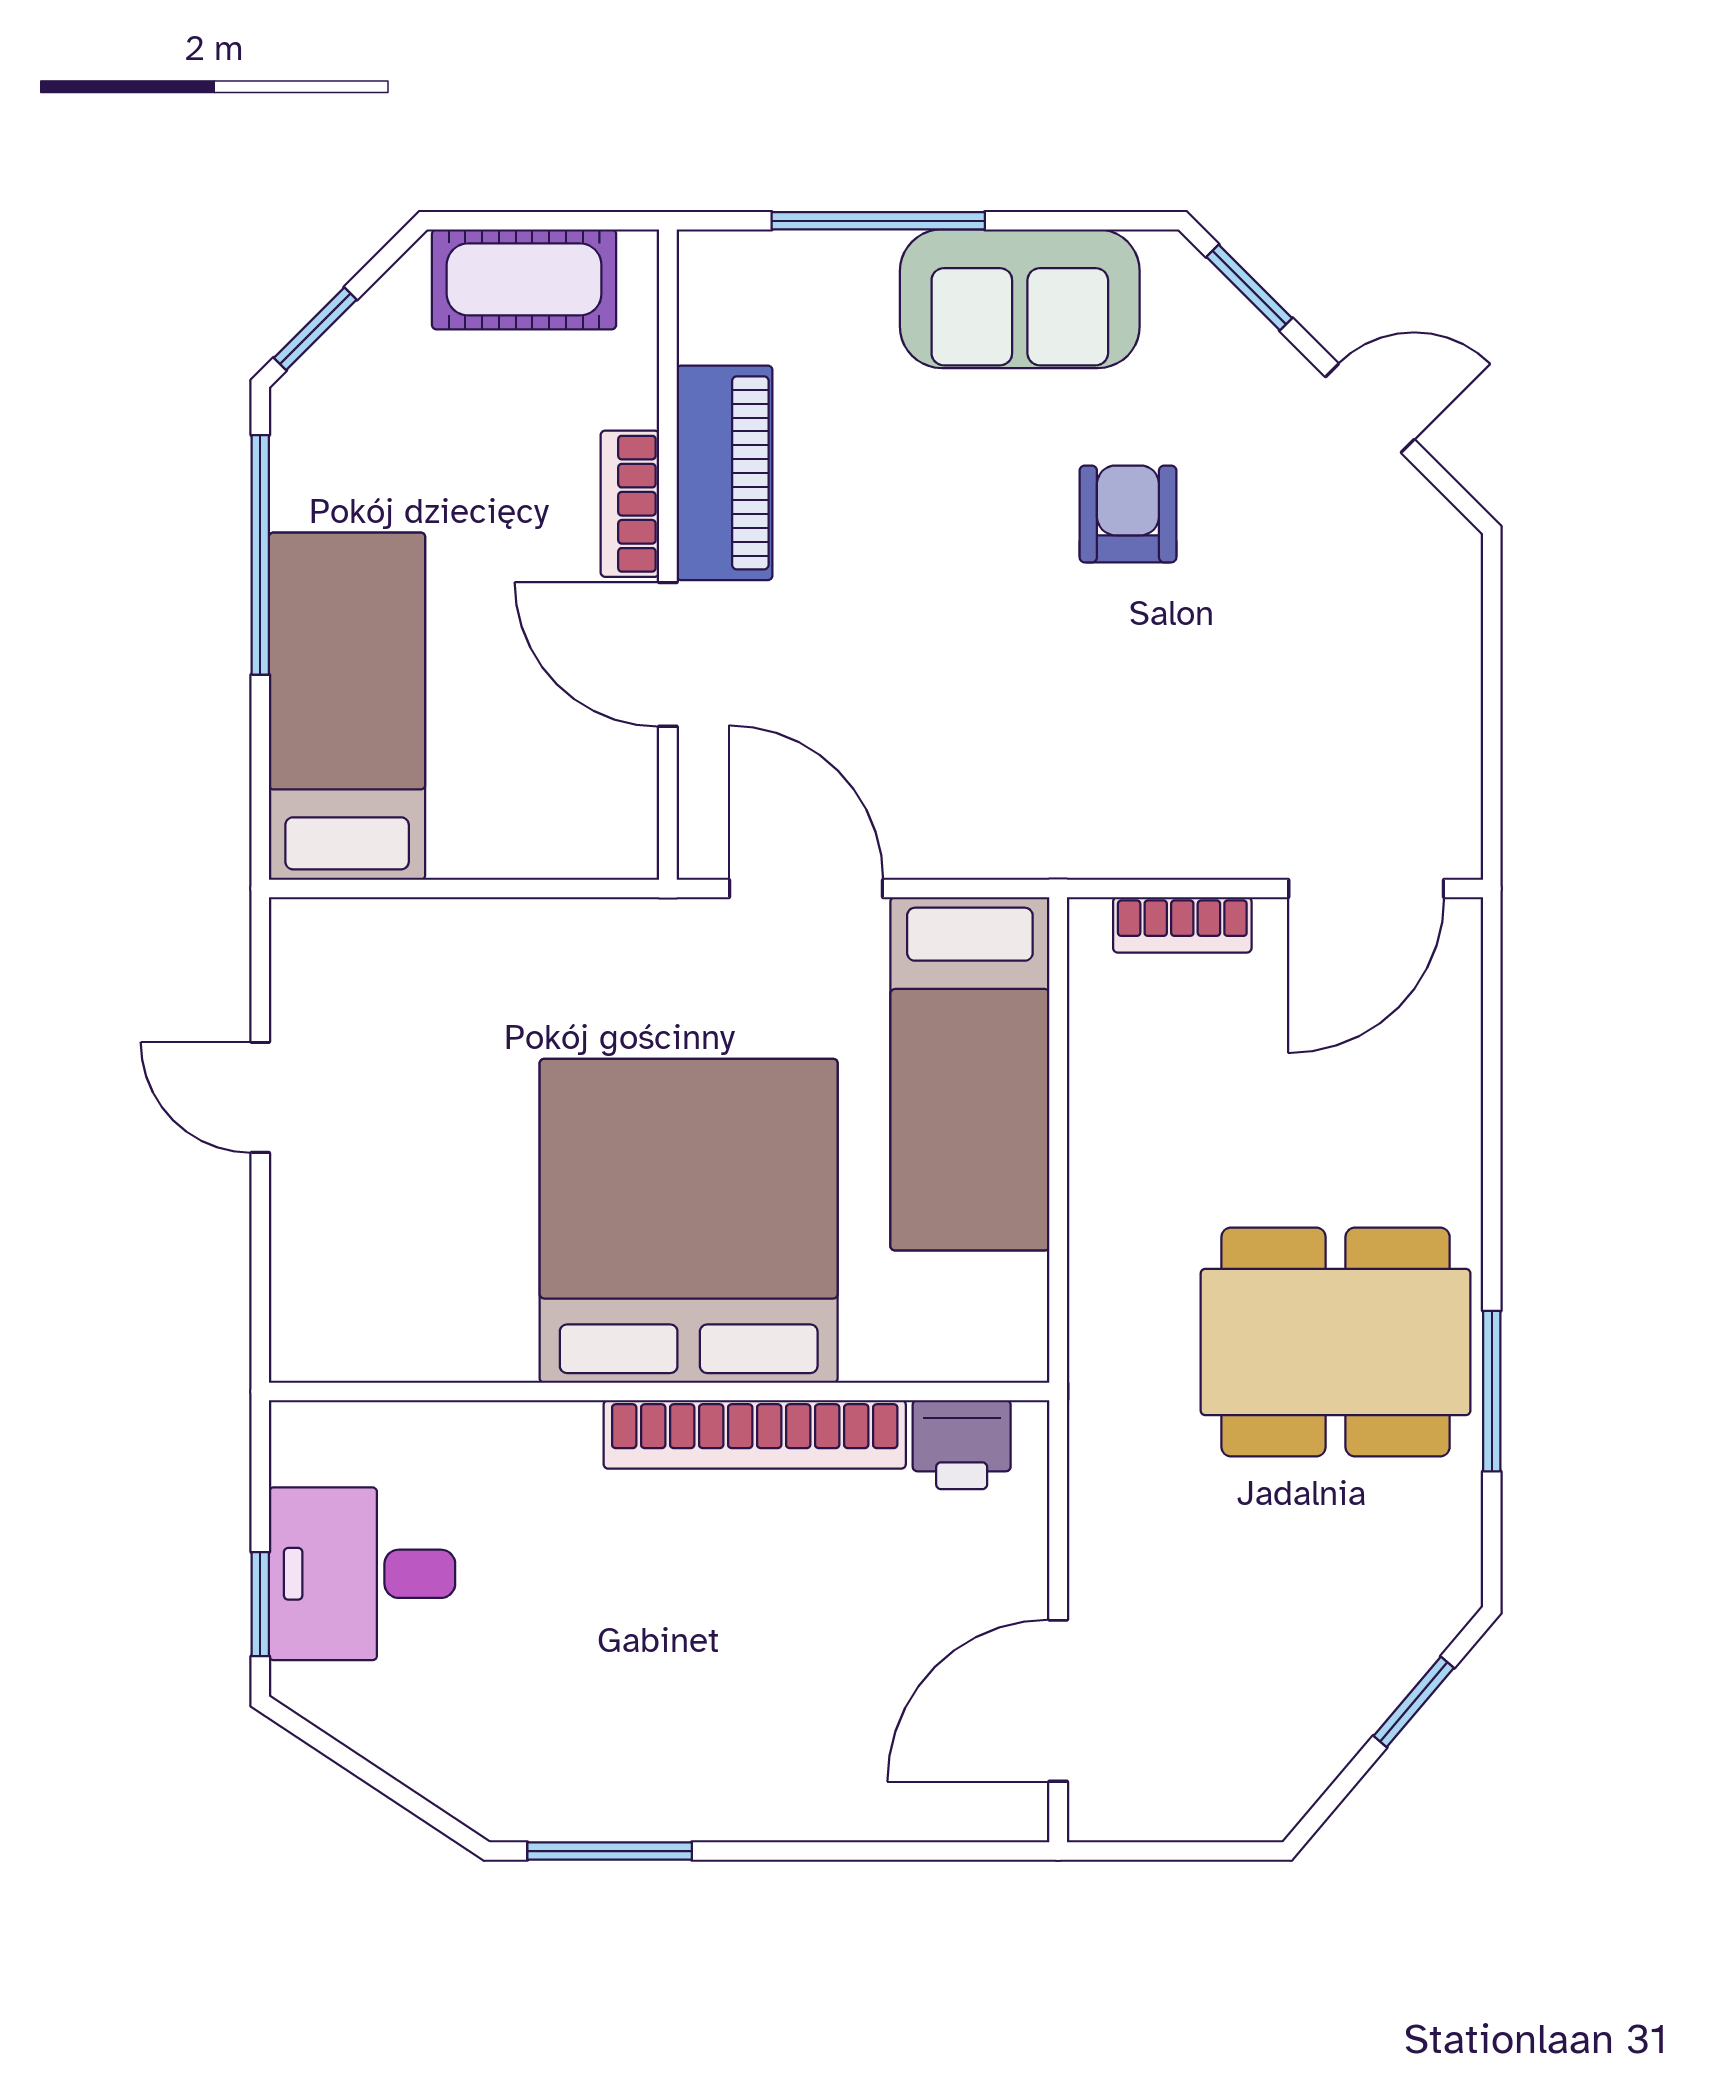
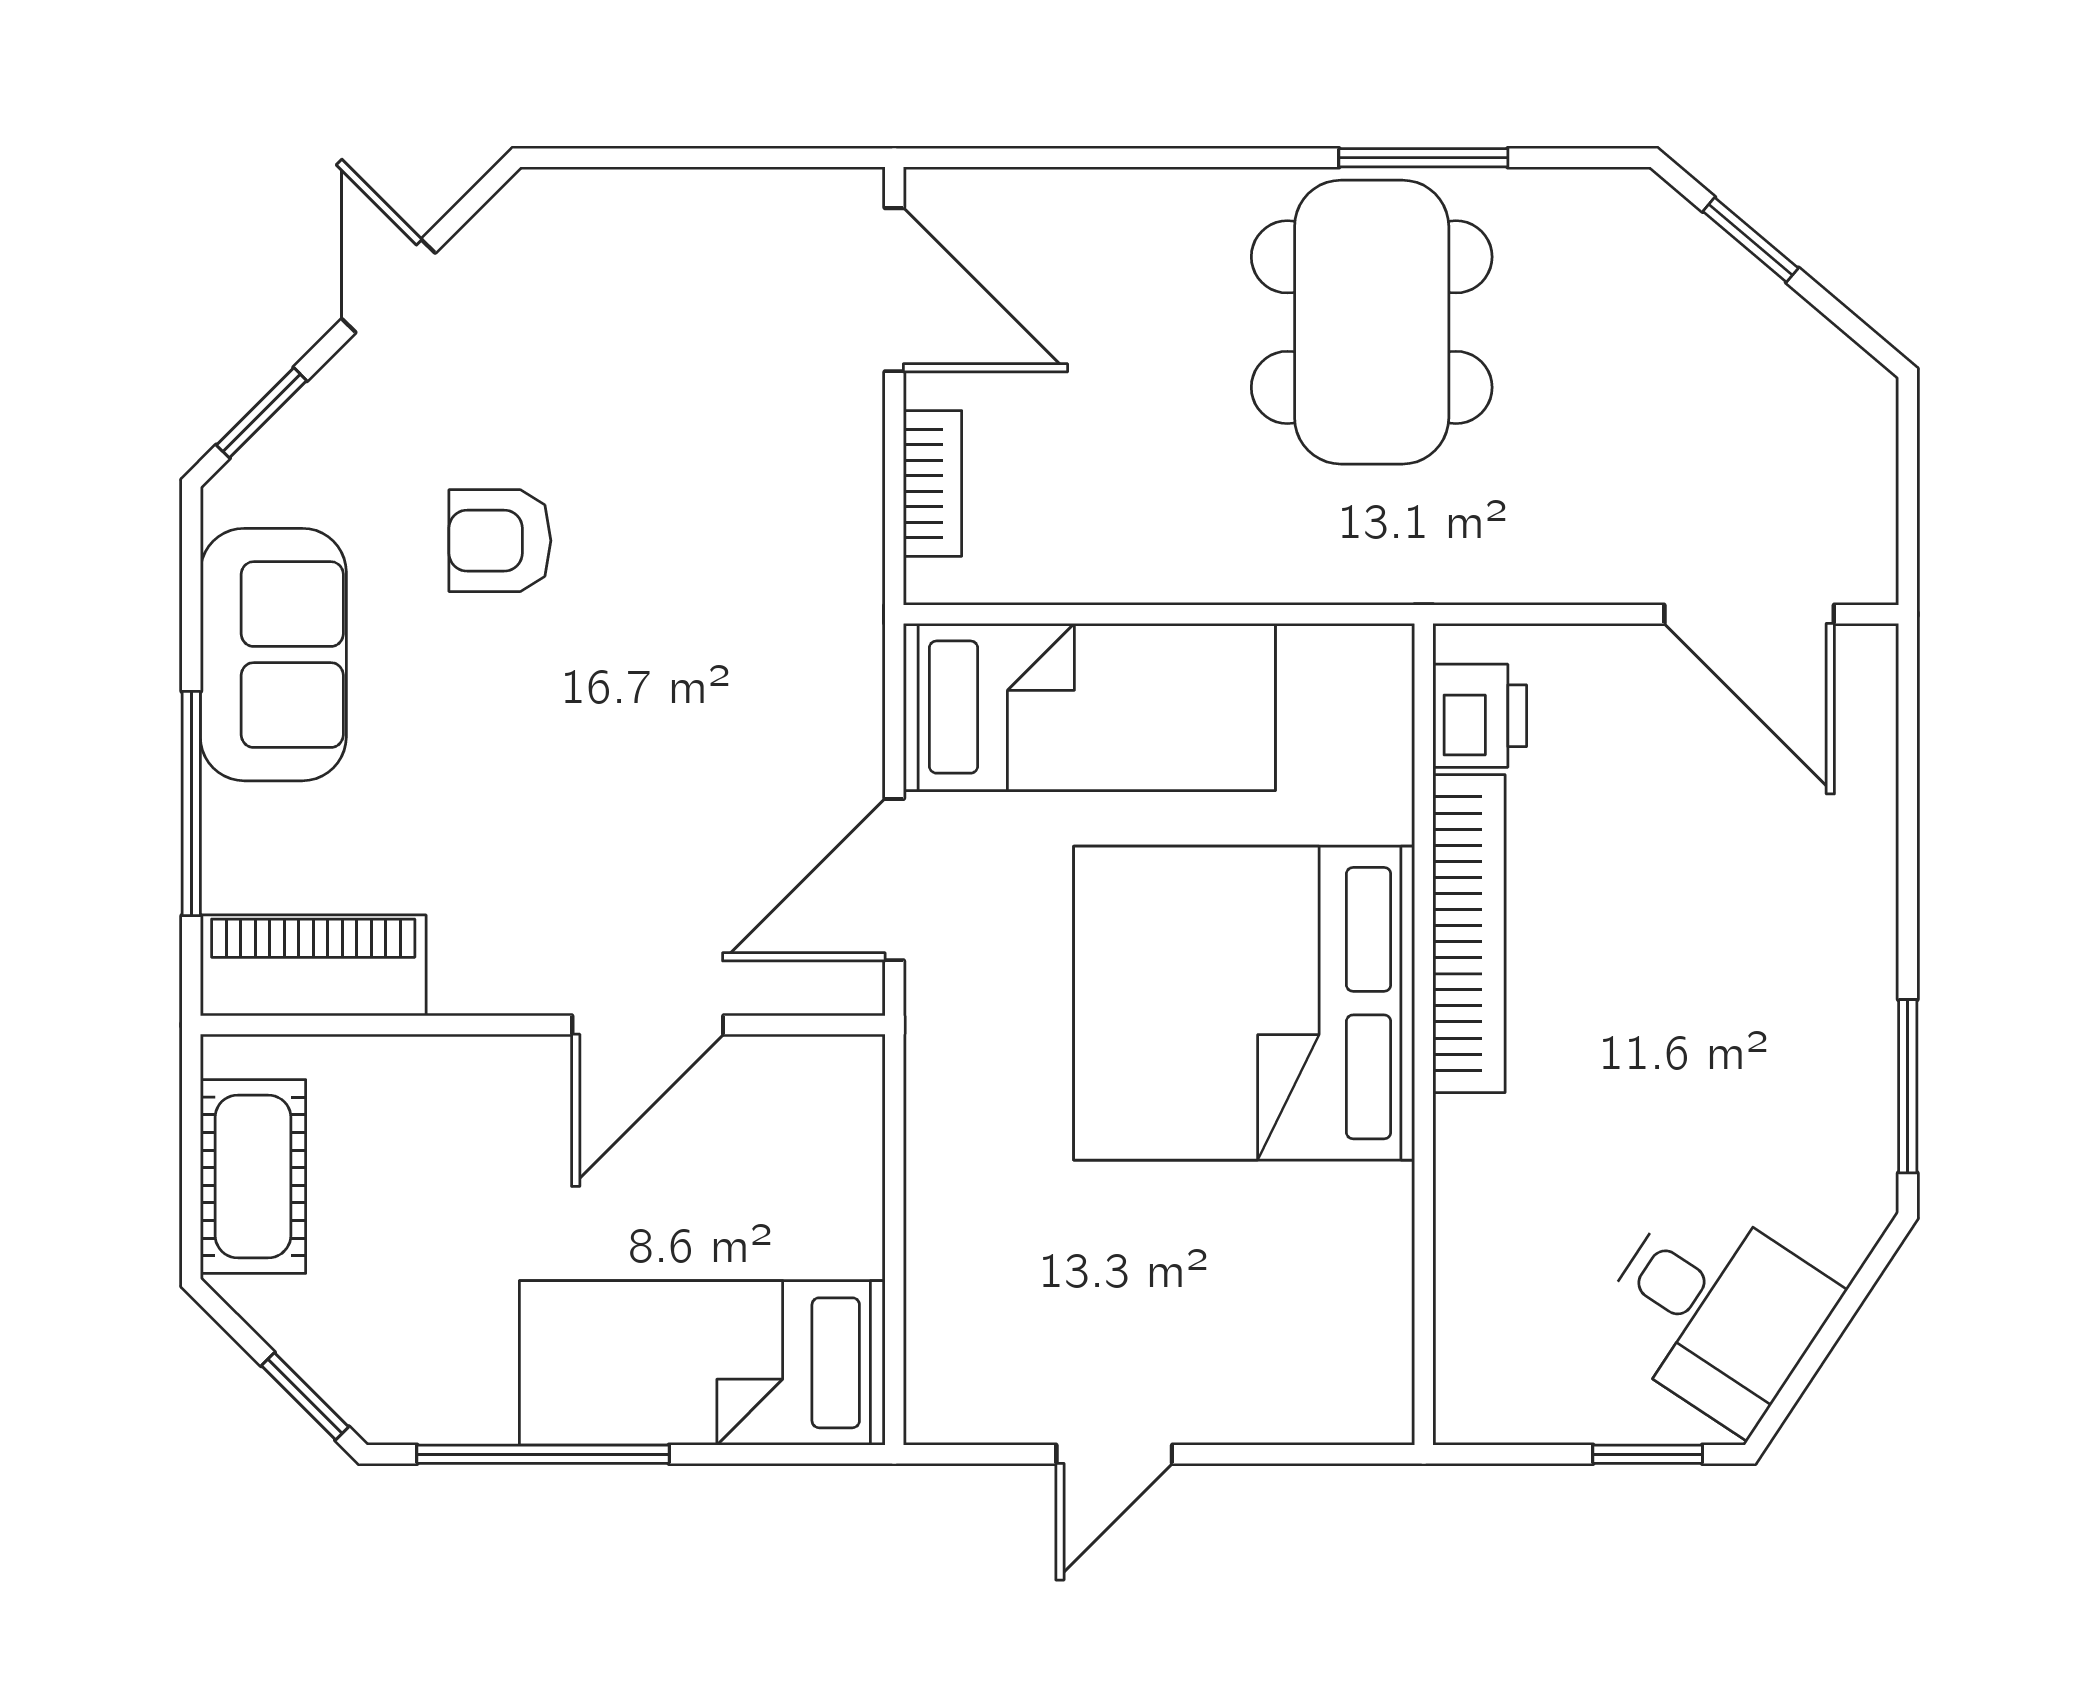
piano: (724, 473) -> (313, 965), moved
bookcase: (630, 504) -> (489, 1065), removed
desk: (362, 1574) -> (1716, 1312), moved, turned -57

